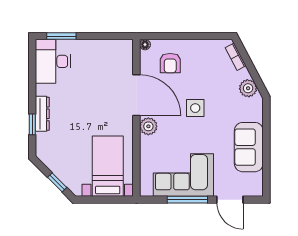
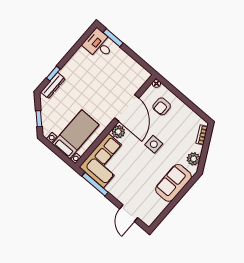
desk: (53, 61) -> (99, 44), width x0.73
dresser: (42, 114) -> (53, 85), moved
sofa: (249, 147) -> (173, 183), moved
corner sofa: (183, 175) -> (106, 161), moved, turned 90
window: (187, 200) -> (95, 184), moved

